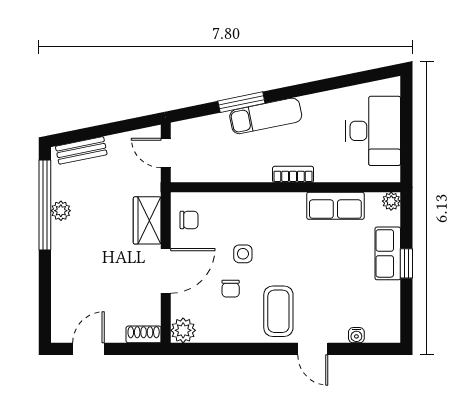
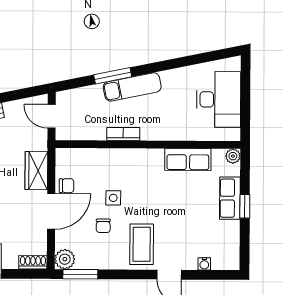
bookcase: (293, 174) -> (123, 134), moved
chair: (189, 220) -> (67, 186), moved
window: (203, 349) -> (80, 274), added

